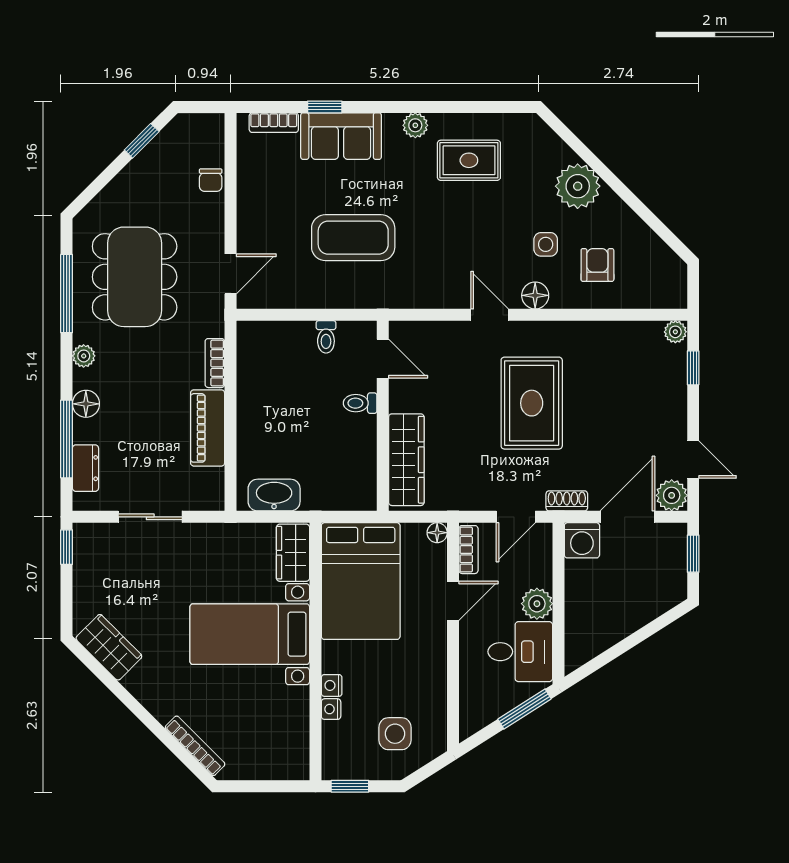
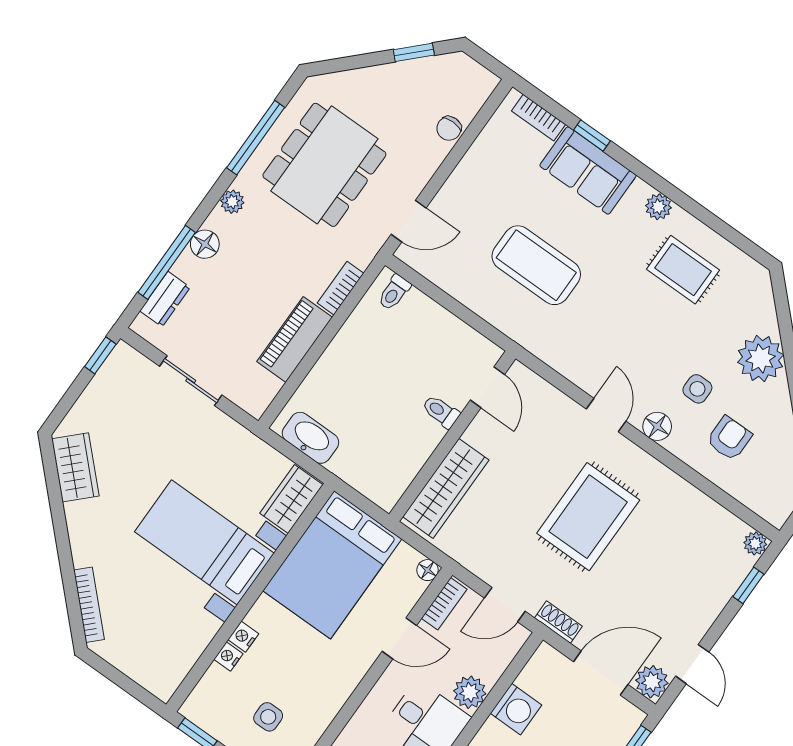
toilet: (326, 337) -> (394, 292), moved
washing machine: (582, 540) -> (516, 709), moved, turned -90
side table: (395, 734) -> (268, 717), width x0.73, depth x0.73

